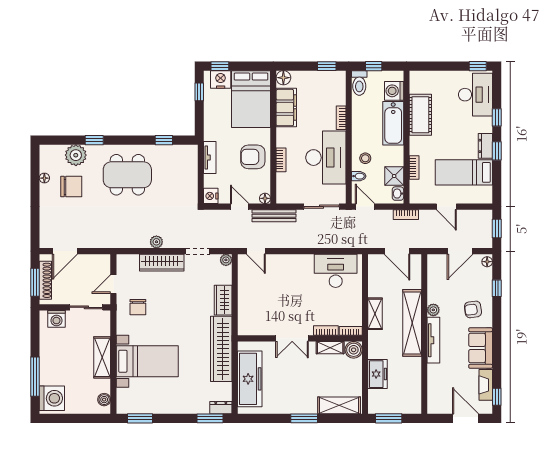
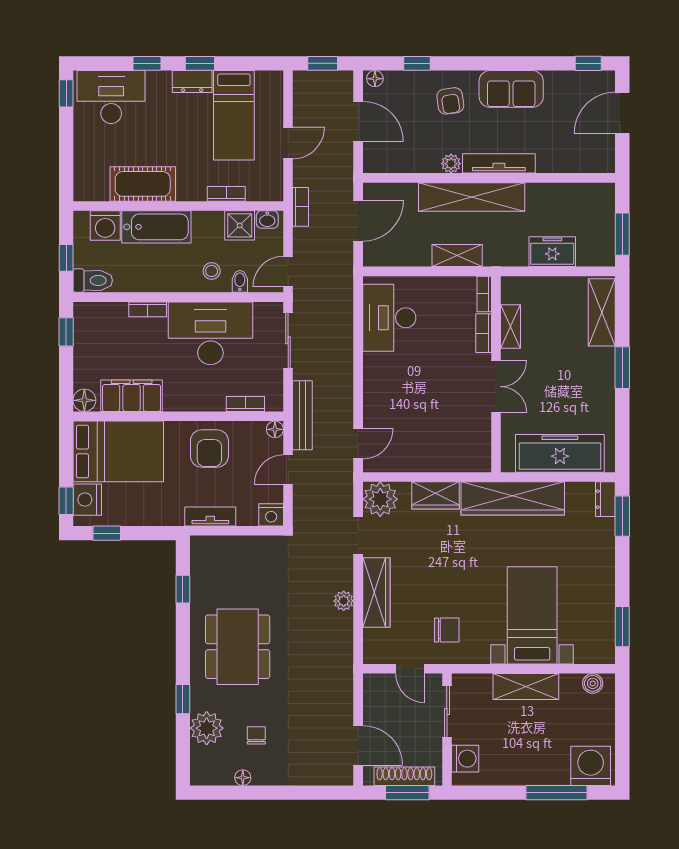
bookcase: (281, 160) -> (245, 404), moved
chair: (71, 187) -> (256, 735), width x0.54, depth x0.54
plant: (226, 260) -> (380, 499), width x1.88, depth x1.88
boiler: (354, 350) -> (514, 289), removed
fireplace: (486, 385) -> (570, 81), removed

